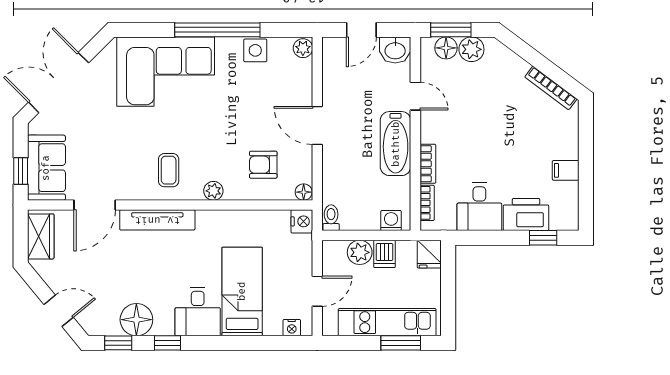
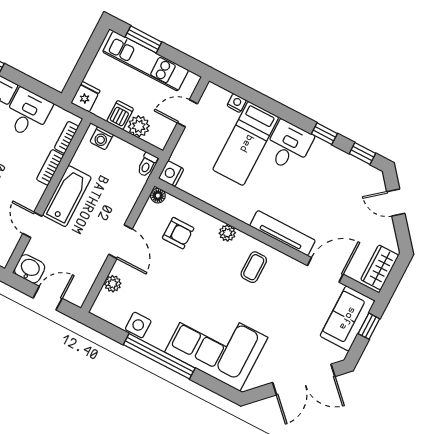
plant: (303, 48) -> (113, 284), moved
floor lamp: (136, 320) -> (339, 164), removed
nightstand: (292, 328) -> (237, 103), moved

